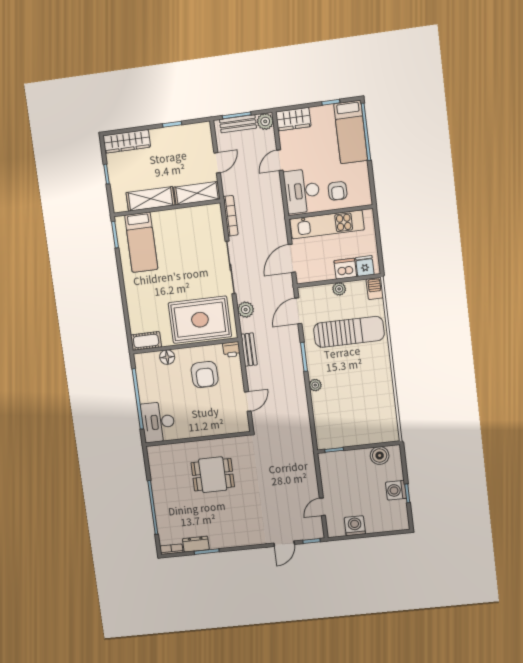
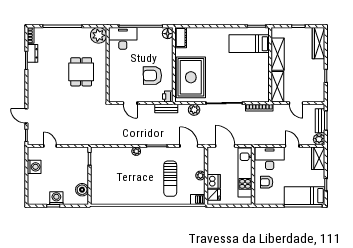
sun lounger: (349, 332) -> (170, 179), width x0.73, depth x0.75
floor lamp: (167, 357) -> (168, 34), moved
plant: (159, 456) -> (99, 35), added

